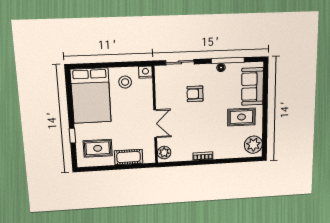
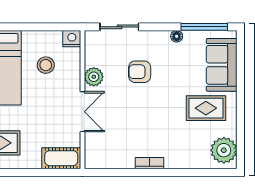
window: (228, 60) -> (204, 27), moved
stool: (125, 82) -> (46, 65), moved
plant: (164, 153) -> (94, 77), moved
cot: (129, 157) -> (61, 158), moved

